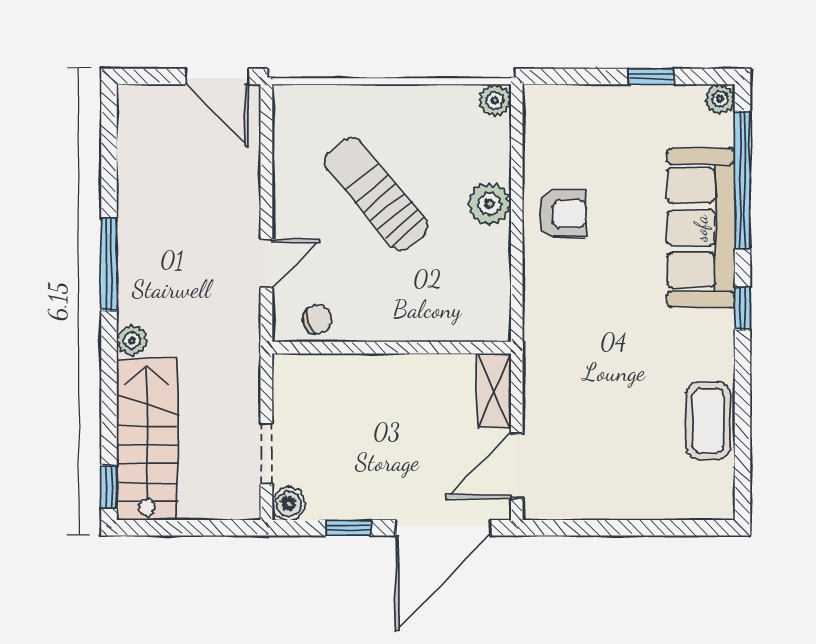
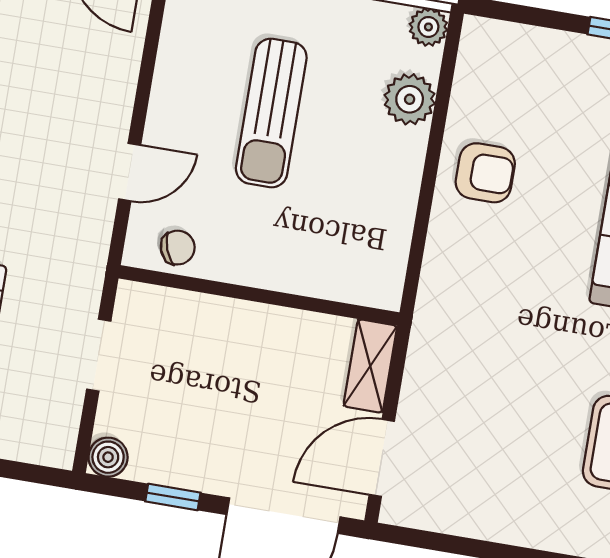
sun lounger: (376, 194) -> (271, 113), turned -140
plant: (489, 204) -> (410, 99), moved
doorway: (266, 453) -> (99, 355), moved

